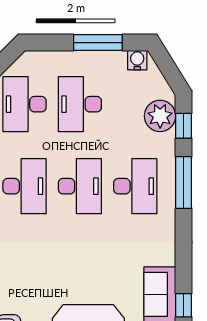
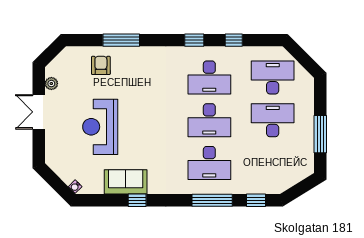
water cooler: (137, 60) -> (307, 165), removed
plant: (160, 116) -> (264, 182), removed
window: (184, 305) -> (137, 200), moved

